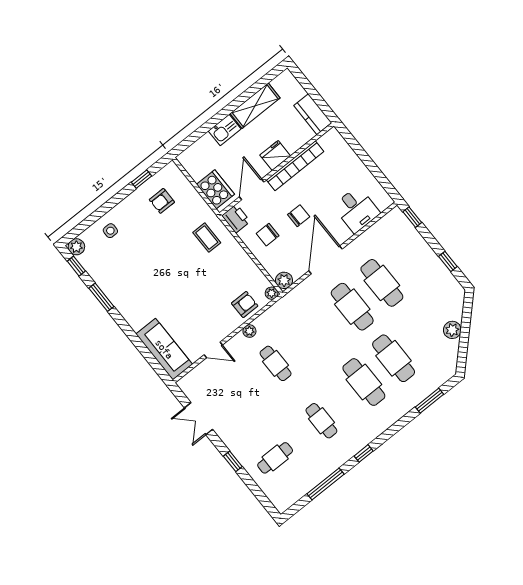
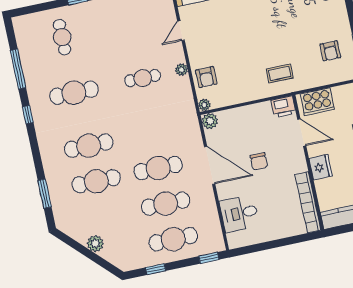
bookcase: (295, 166) -> (308, 202), moved
armchair: (162, 201) -> (330, 51), turned 180
chair: (268, 235) -> (256, 127), removed
cafe table: (412, 259) -> (173, 239), added
cafe table: (321, 421) -> (74, 93), width x1.37, depth x1.35

